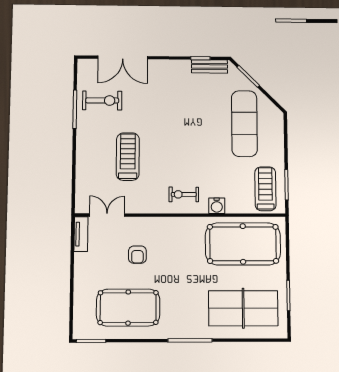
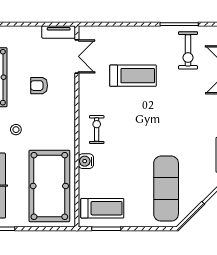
exercise mat: (244, 124) -> (166, 189), turned 90
stool: (184, 279) -> (16, 130), added

